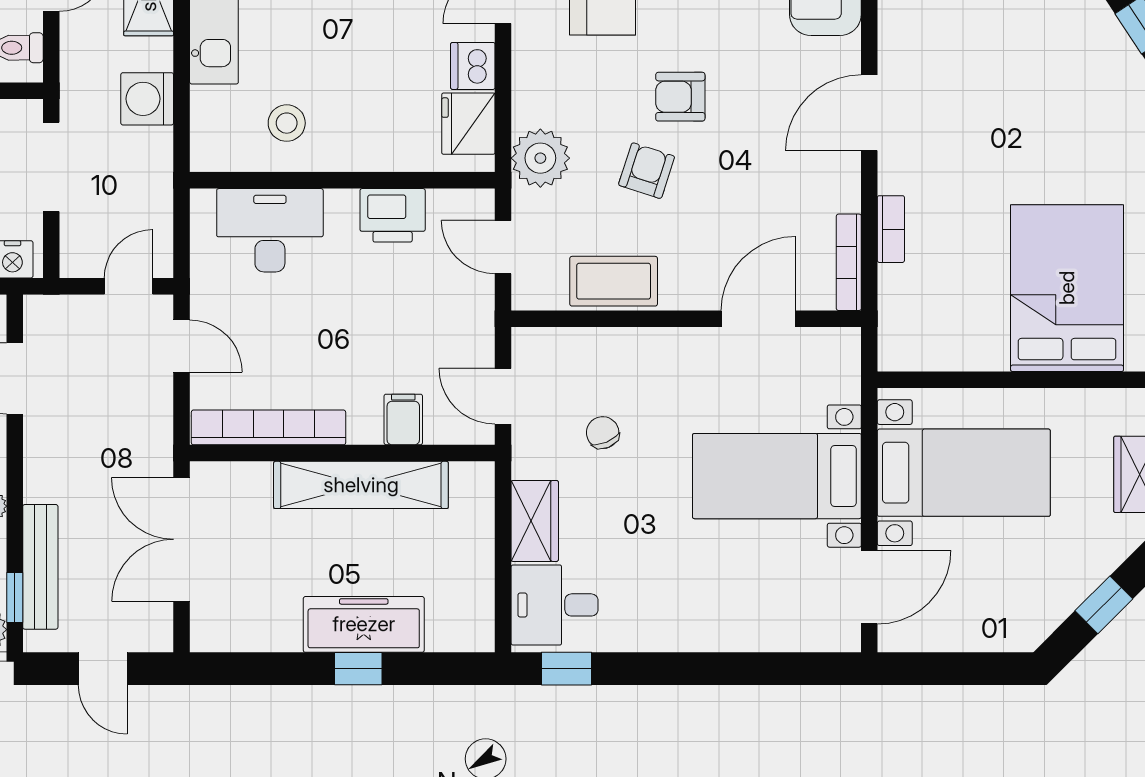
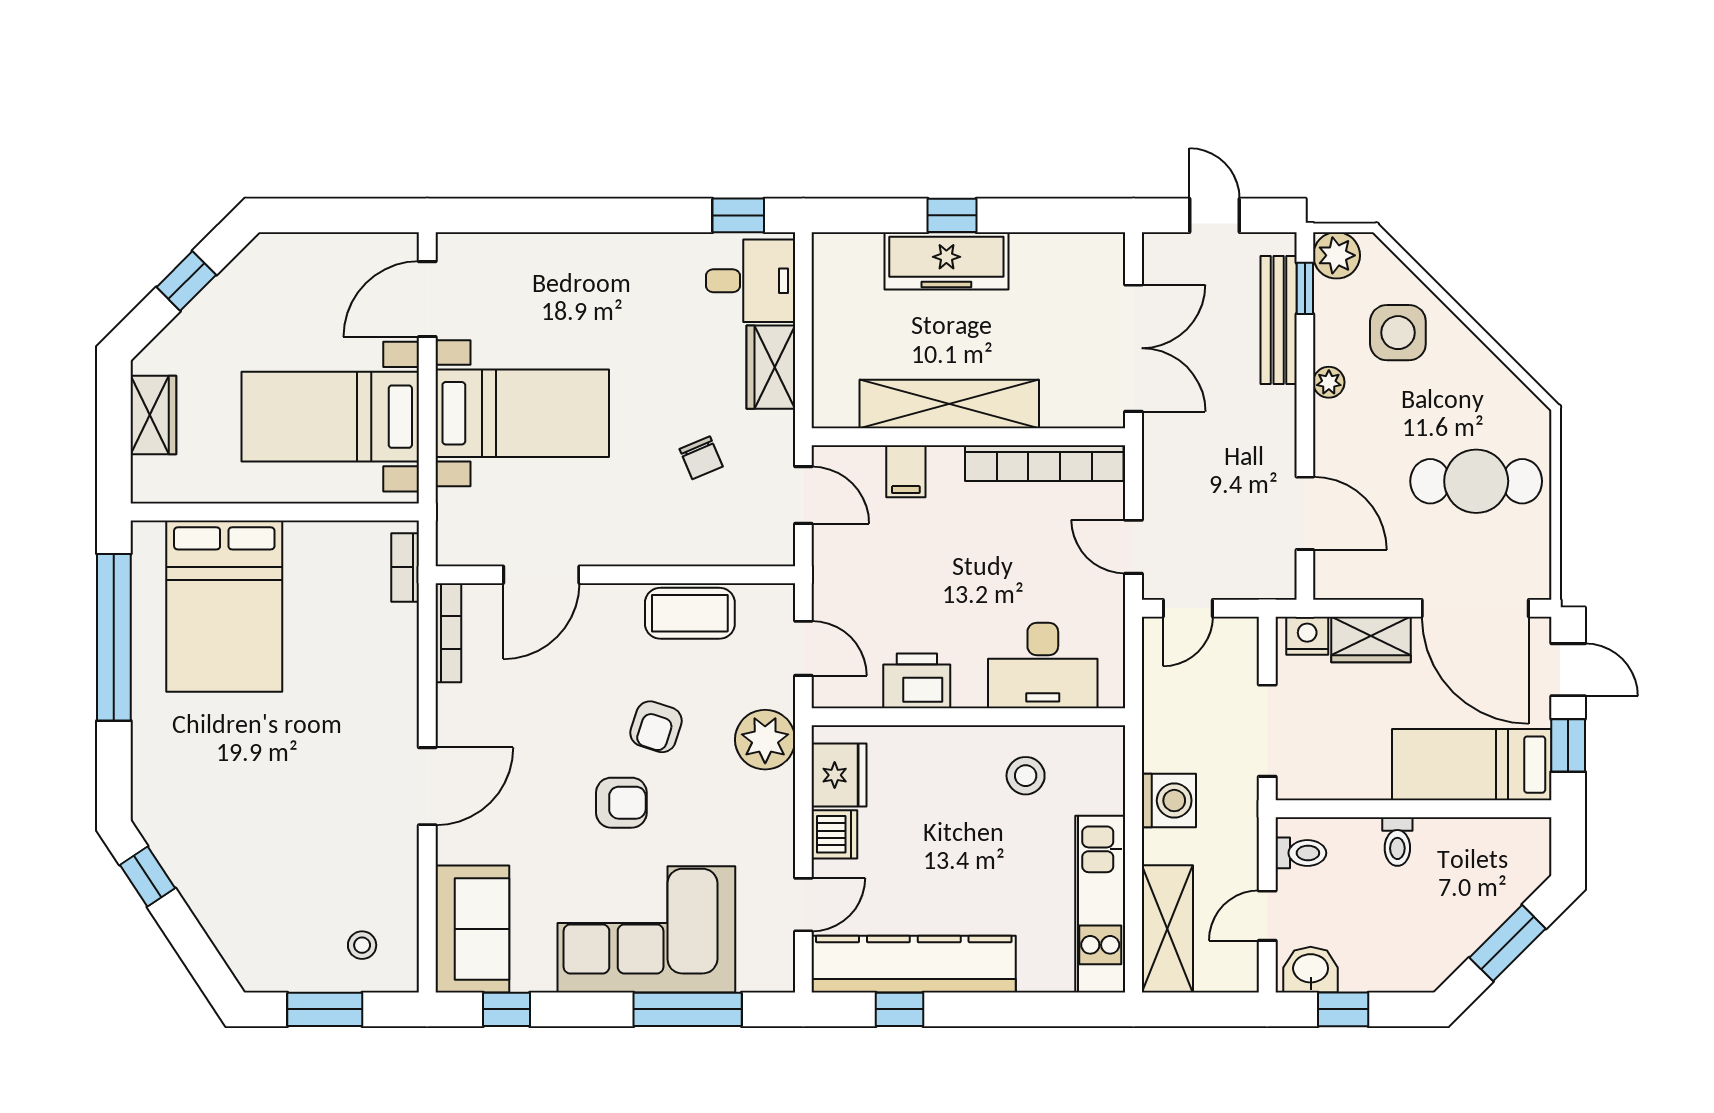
bookcase: (891, 229) -> (405, 567), moved

